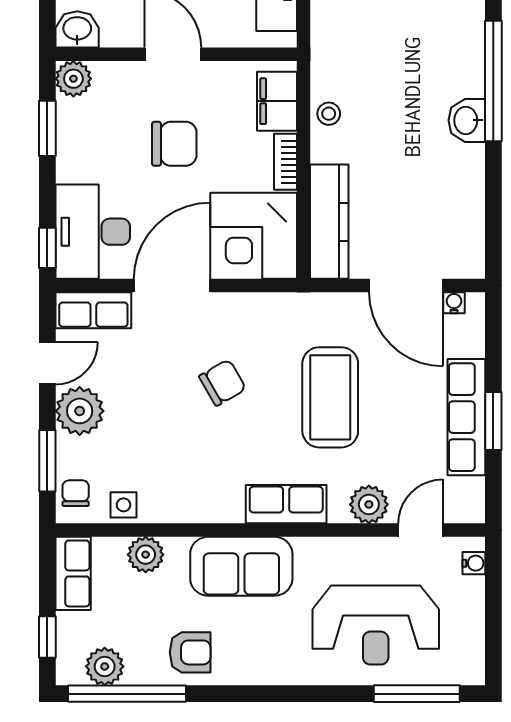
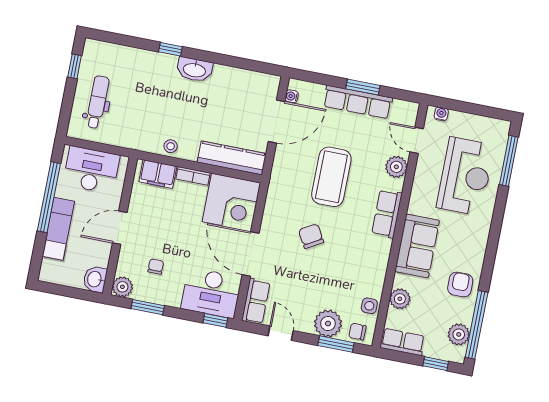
window: (493, 81) -> (170, 49), width x0.32
washbasin: (467, 120) -> (194, 70), width x1.38
chair: (174, 144) -> (156, 267), moved, width x0.54, depth x0.54
coffee table: (330, 397) -> (331, 177), turned 90
plant: (80, 411) -> (328, 323), moved

